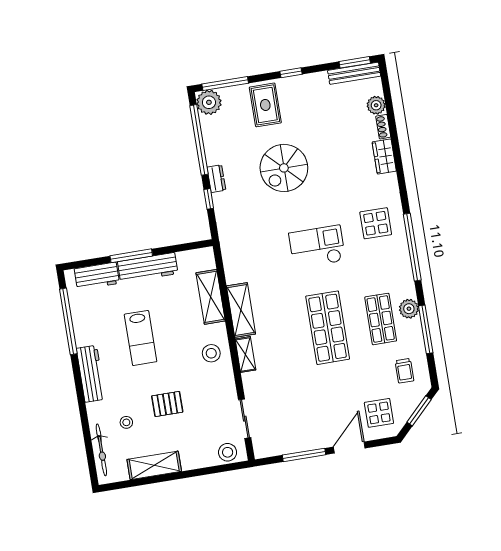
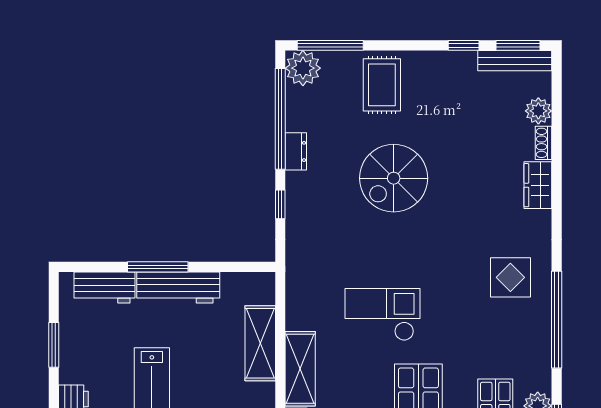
window: (291, 73) -> (464, 45), moved
dresser: (216, 179) -> (296, 151), moved
checkout: (317, 247) -> (383, 314), moved
window: (68, 321) -> (54, 345), width x0.47

